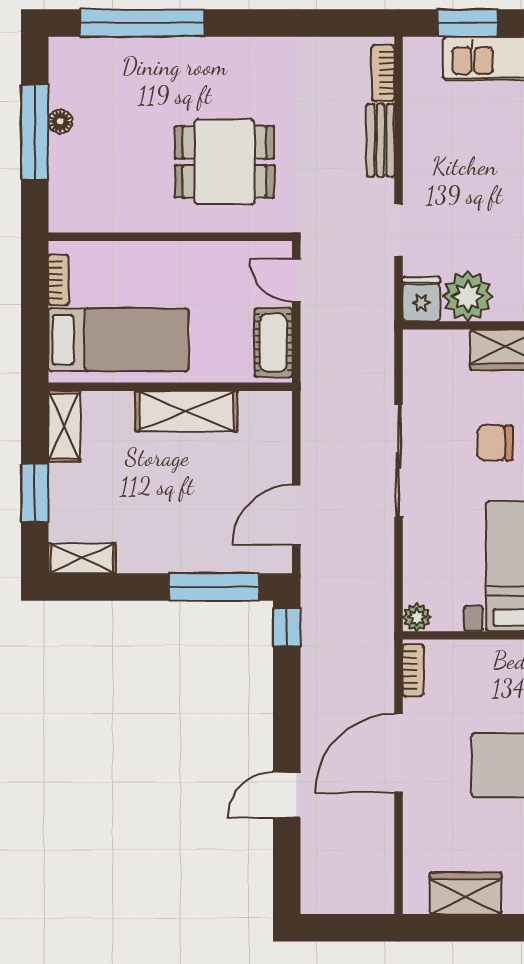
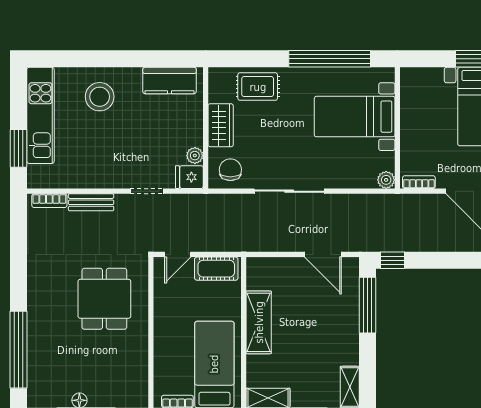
plant: (468, 296) -> (195, 156), width x0.53, depth x0.53
chair: (495, 443) -> (230, 170), moved, turned 180

